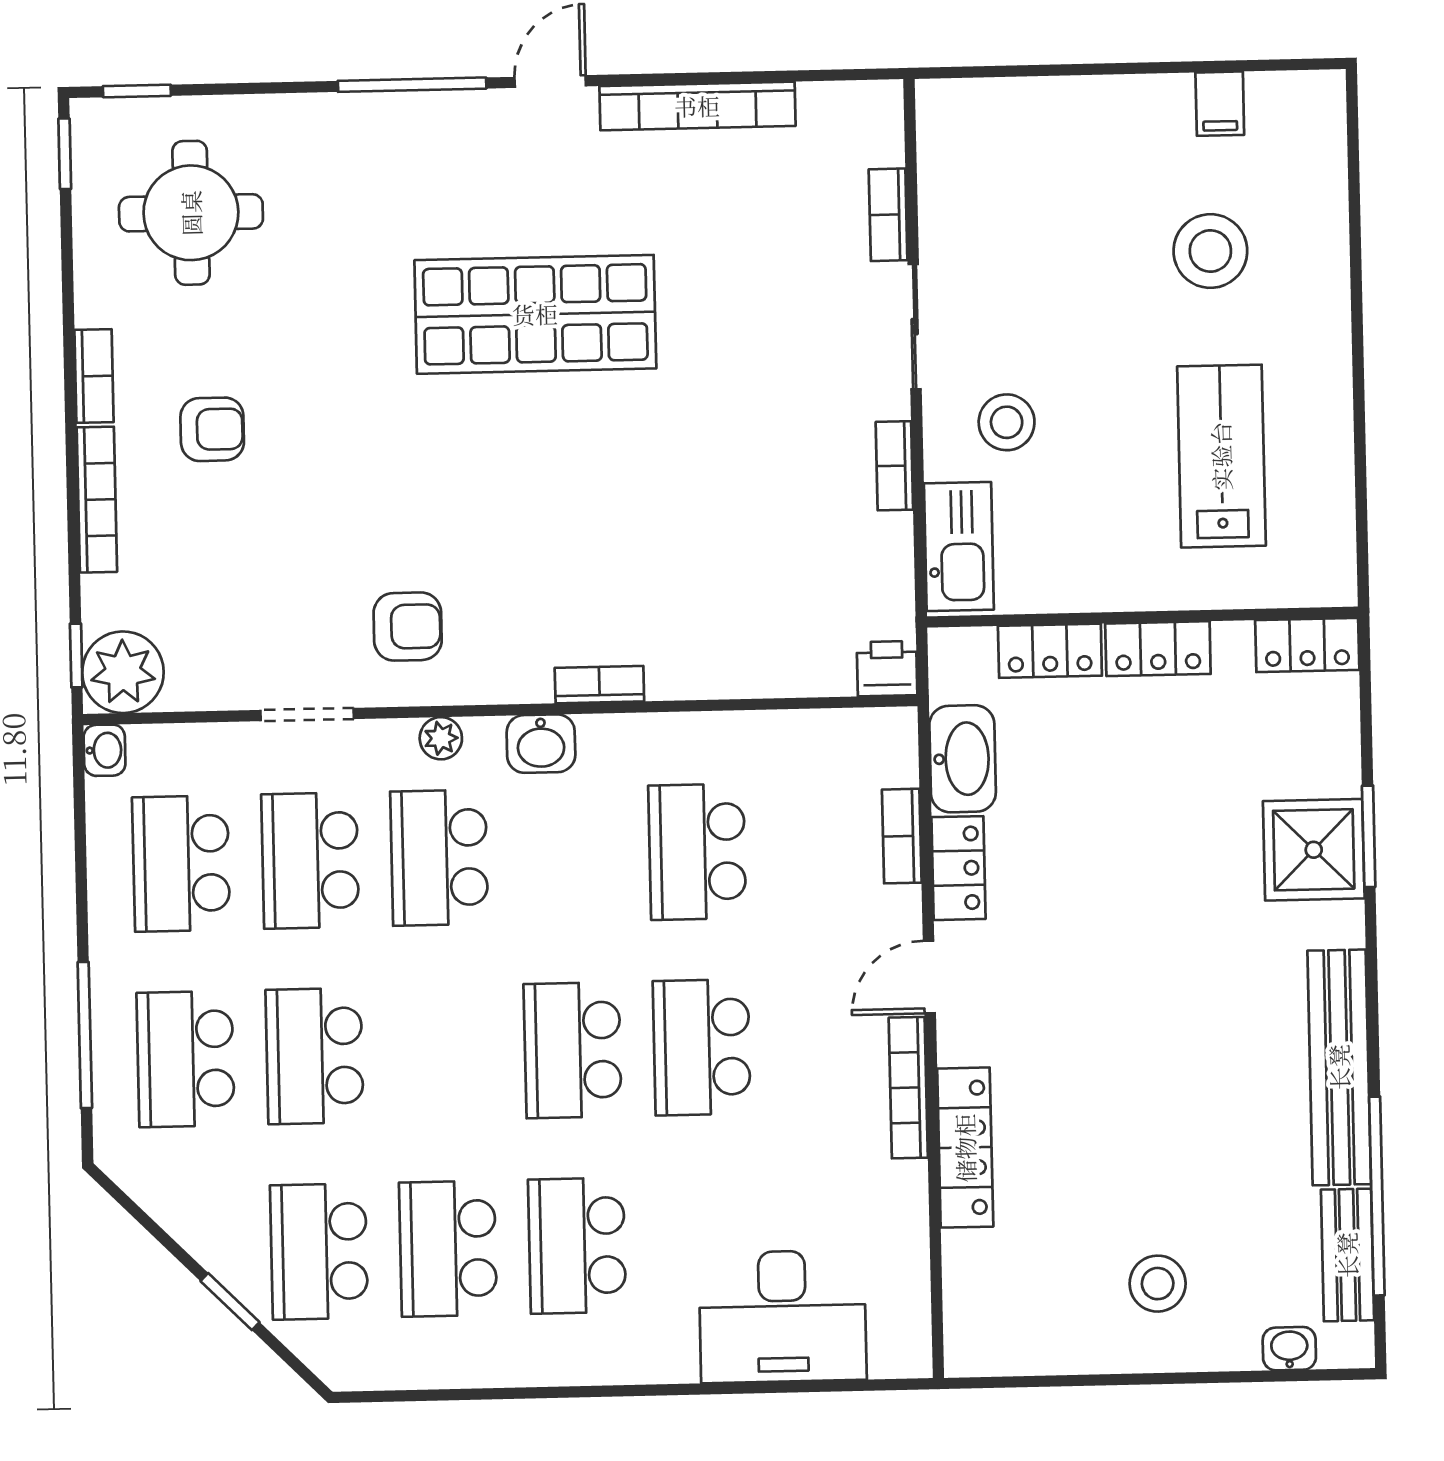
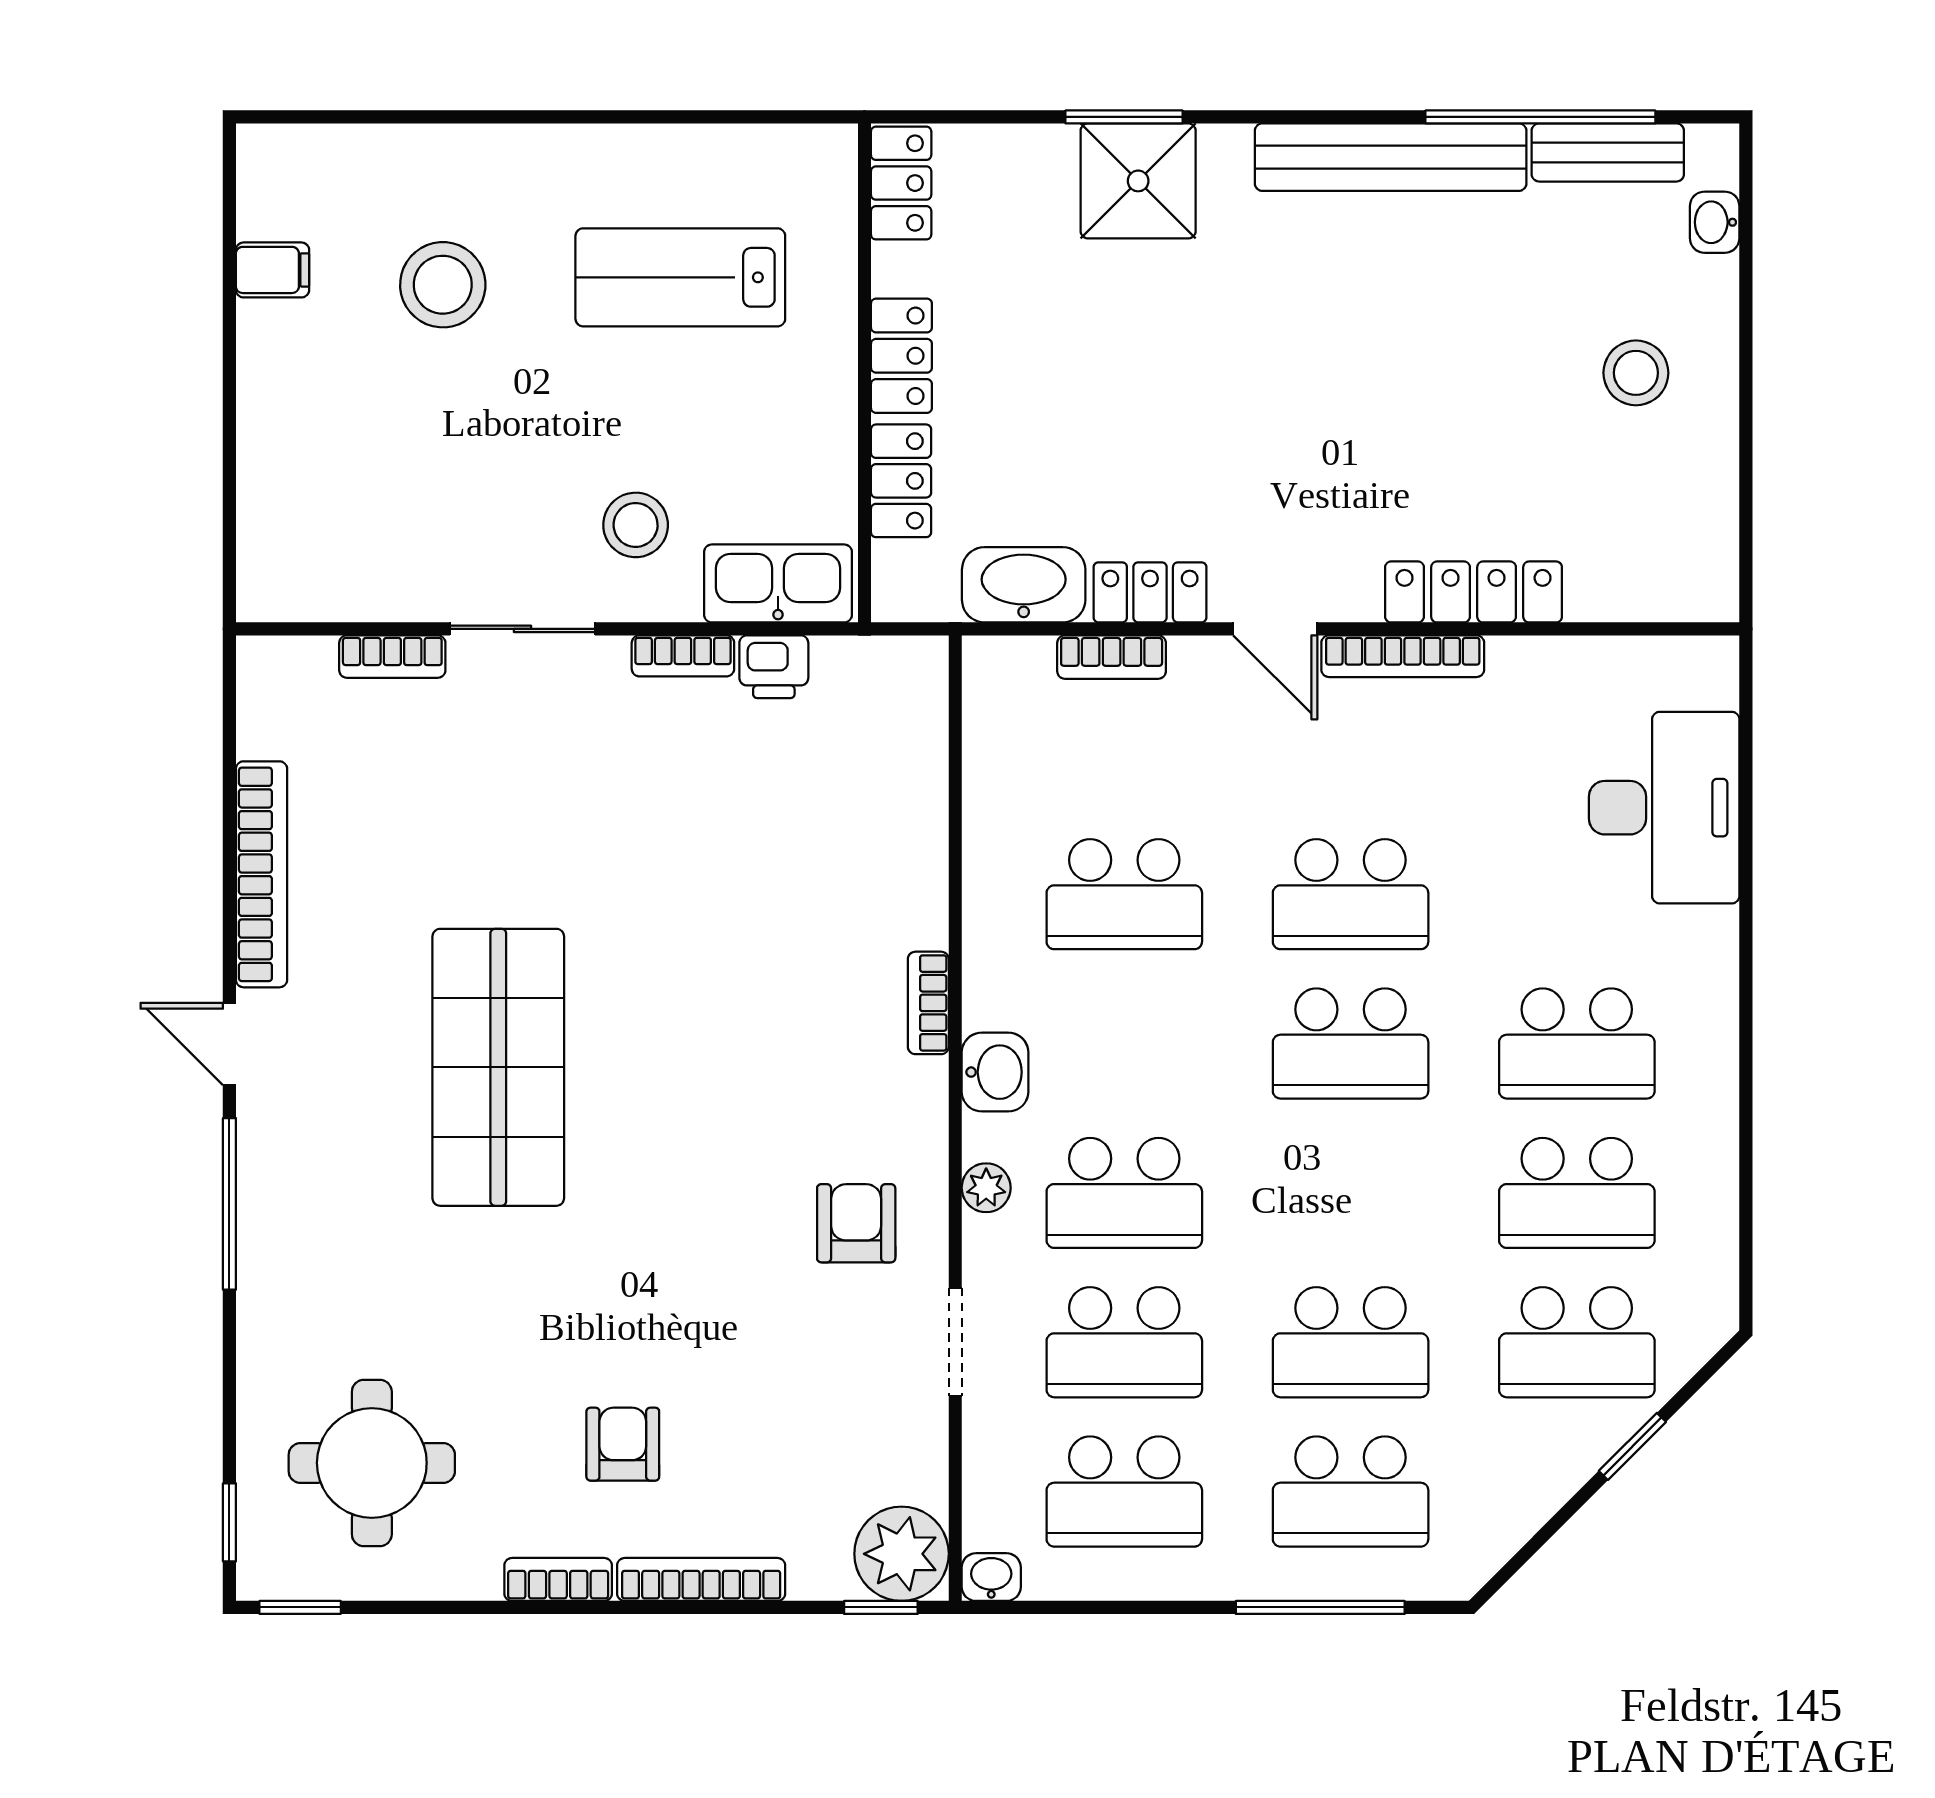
printer: (887, 669) -> (774, 667), moved, turned -90

